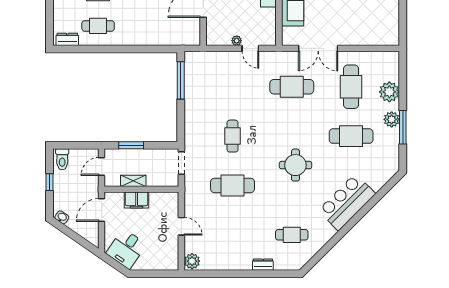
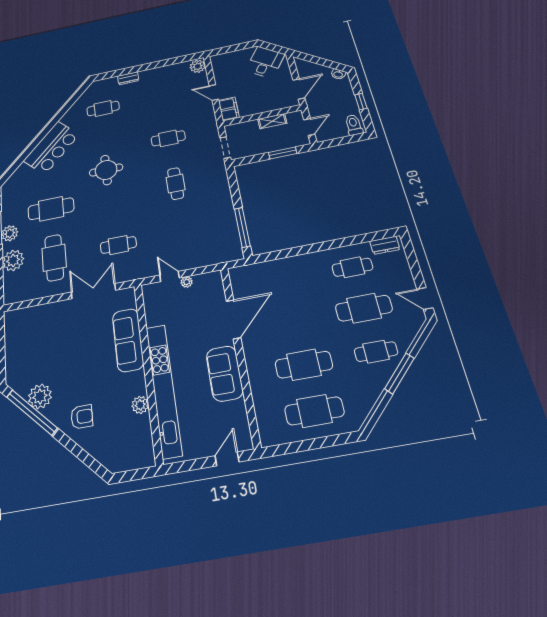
cafe table: (292, 87) -> (118, 245), width x0.73, depth x0.74
cafe table: (233, 185) -> (168, 138), width x0.73, depth x0.74
filing cabinet: (137, 200) -> (229, 109), moved, turned 90

